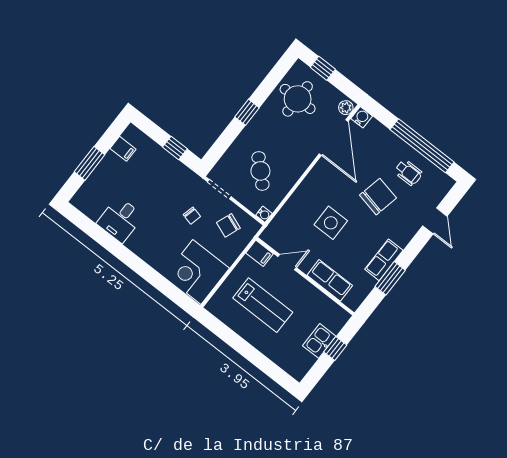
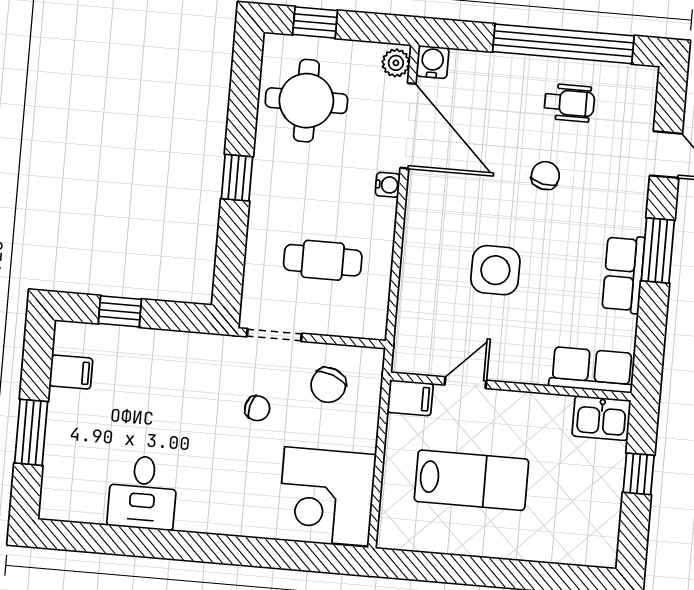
window: (175, 148) -> (120, 311), moved
cafe table: (260, 171) -> (323, 260), turned -44
chair: (378, 197) -> (545, 176), width x0.54, depth x0.54
water cooler: (264, 214) -> (388, 185), moved
window: (390, 278) -> (658, 250), moved
row of seats: (330, 280) -> (592, 370), moved
kitchen sink: (319, 341) -> (601, 418), moved, turned -90

